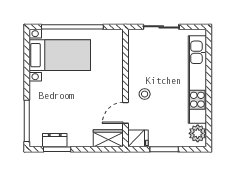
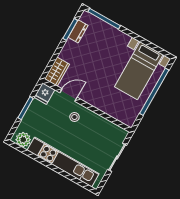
door: (126, 113) -> (68, 95), hinge flipped

